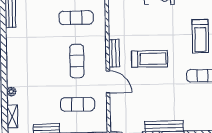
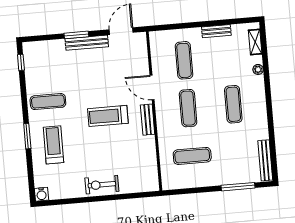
exercise mat: (36, 62) -> (233, 104), added
exercise mat: (78, 104) -> (184, 60), turned 90

